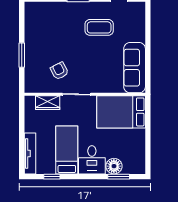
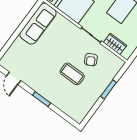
coffee table: (99, 27) -> (72, 74), moved

